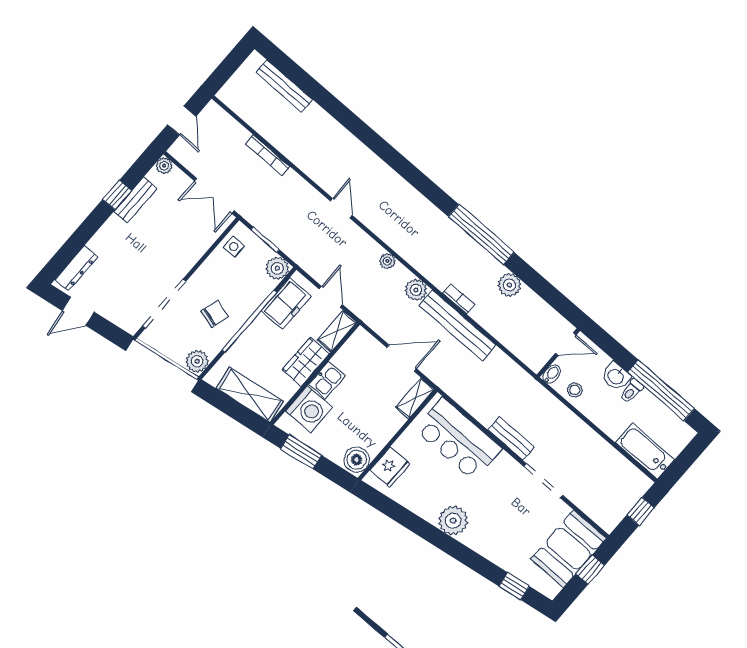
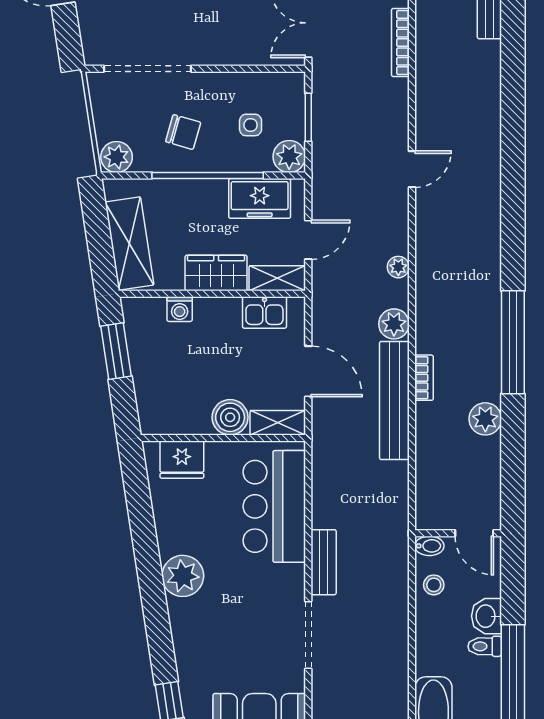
side table: (234, 247) -> (251, 125), moved
kitchen sink: (327, 380) -> (264, 313), moved
washing machine: (309, 409) -> (180, 309), width x0.53, depth x0.53
boiler: (357, 460) -> (230, 417), moved

